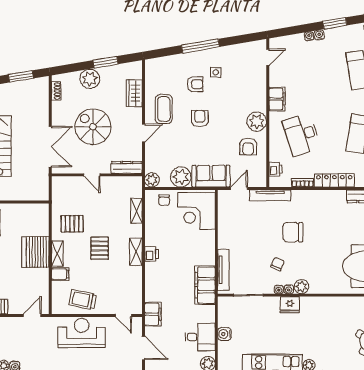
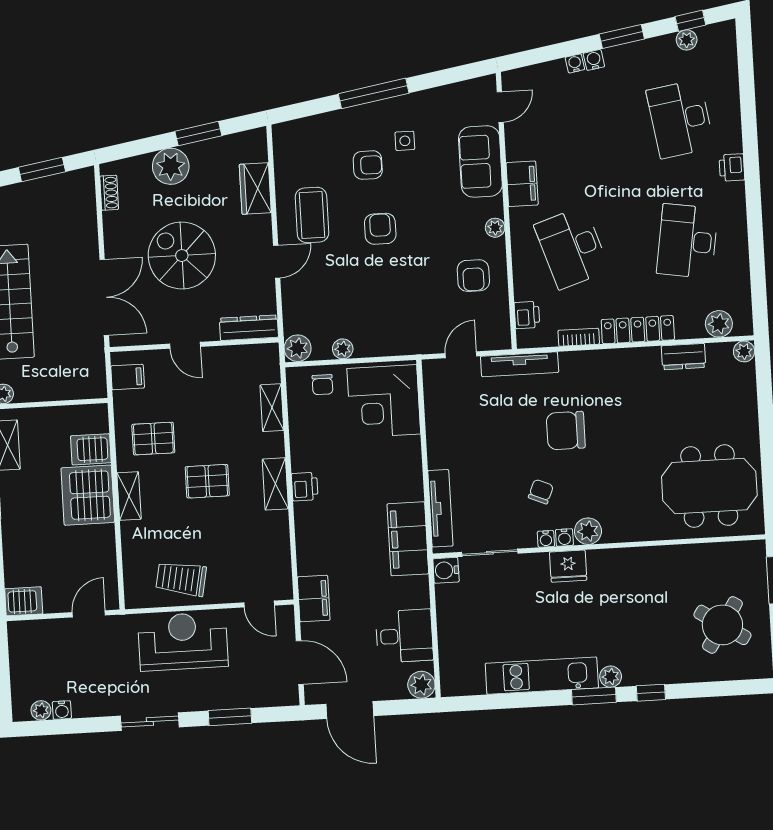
plant: (257, 122) -> (495, 228), width x0.53, depth x0.53
sofa: (211, 176) -> (480, 161), moved, turned -90
plant: (181, 177) -> (343, 349), width x0.53, depth x0.53
server rack: (38, 228) -> (91, 449), added
pallet: (100, 248) -> (207, 481), turned 90
filing cabinet: (60, 274) -> (128, 377), moved
water cooler: (224, 334) -> (446, 570), moved

